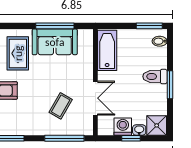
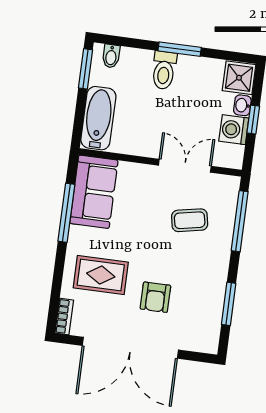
sofa: (55, 42) -> (94, 192), moved
bathtub: (107, 50) -> (98, 118), moved, turned 90
coffee table: (61, 106) -> (190, 220), turned -41

